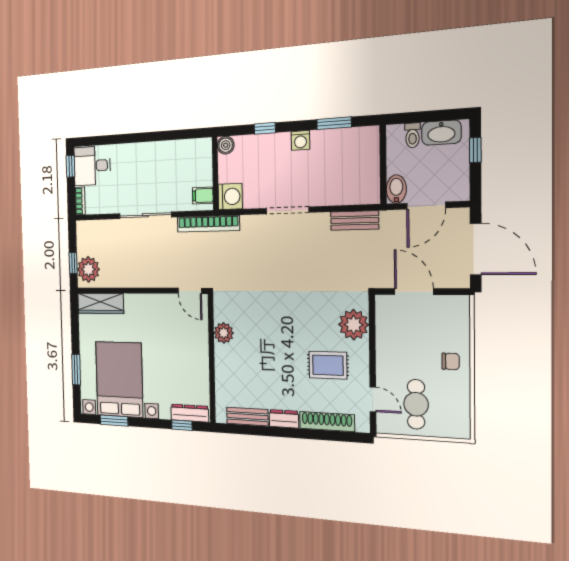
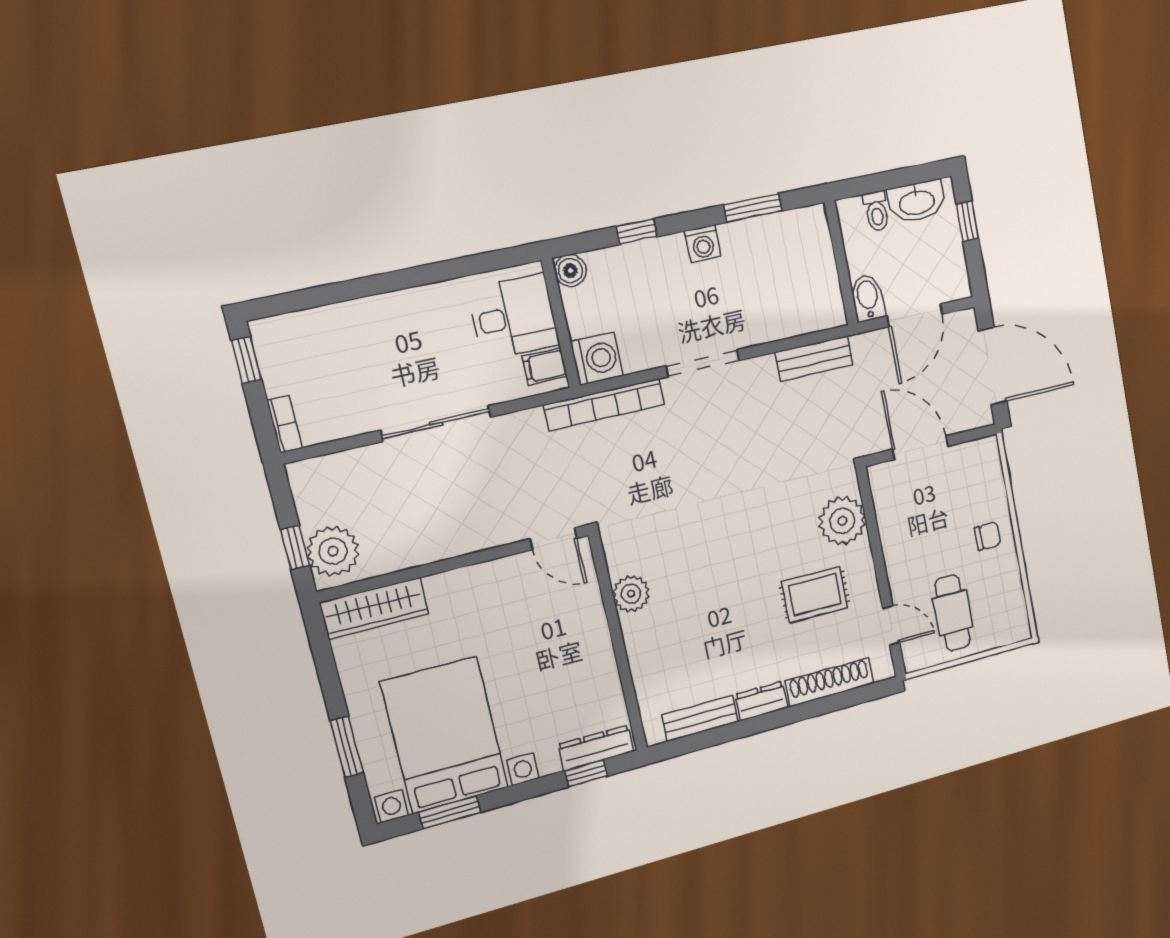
desk: (92, 166) -> (514, 317), moved, turned 180
bookcase: (208, 224) -> (604, 405), moved

